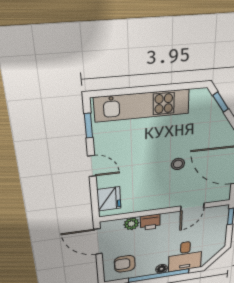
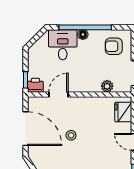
printer: (150, 222) -> (35, 85), moved
armchair: (125, 264) -> (114, 46), turned 180

